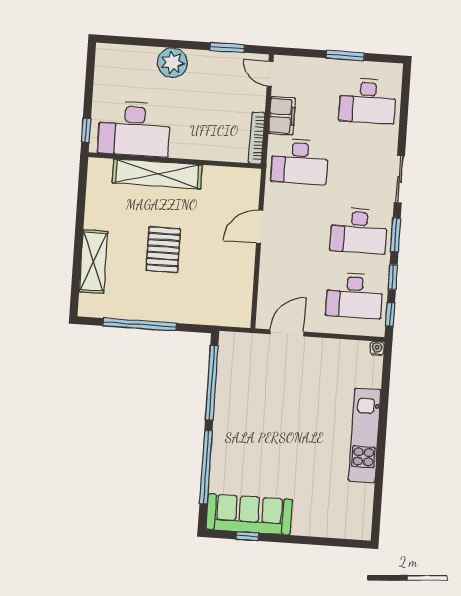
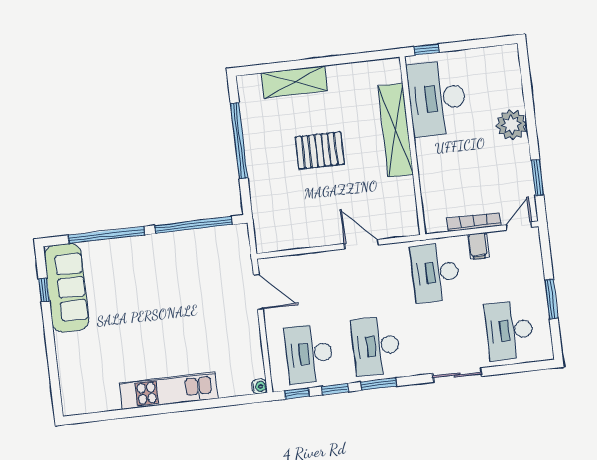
filing cabinet: (282, 116) -> (478, 246), width x0.50
bookcase: (257, 138) -> (474, 222), moved
sliding door: (399, 179) -> (457, 375), moved

